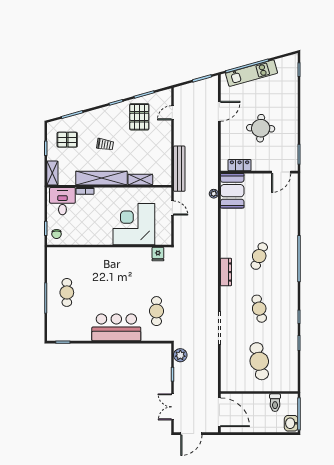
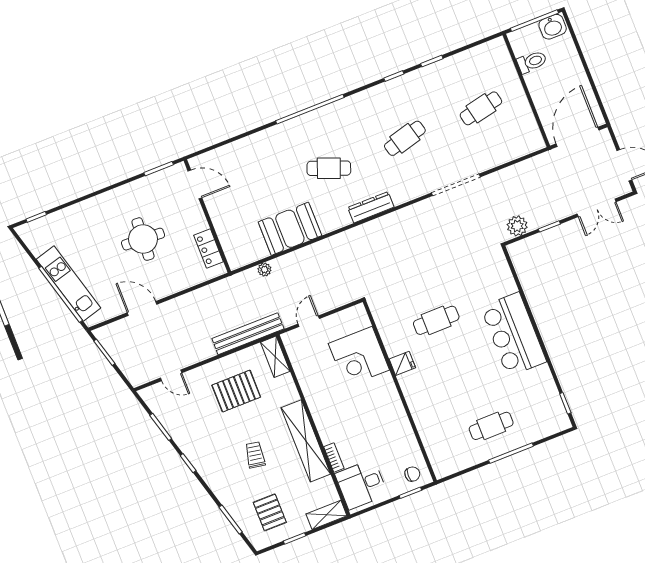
pallet: (139, 117) -> (236, 391), moved
shelving: (140, 180) -> (275, 357), moved
booth: (232, 191) -> (290, 229), moved
corner desk: (134, 224) -> (359, 357), width x0.74, depth x0.74
fridge: (158, 254) -> (402, 363), moved
cafe table: (156, 311) -> (436, 320), moved
cafe table: (259, 361) -> (481, 108), width x0.73, depth x0.74

